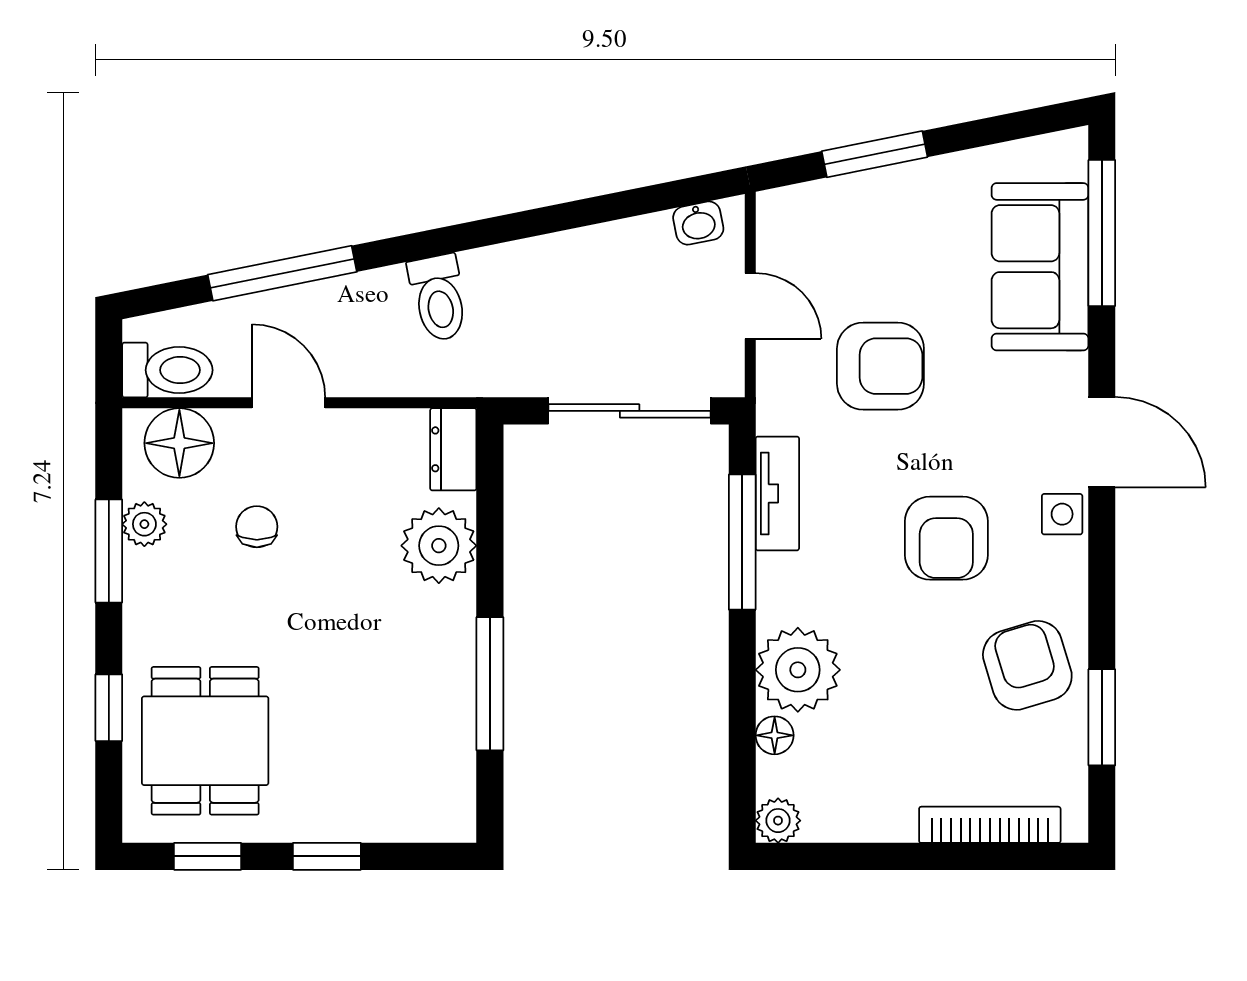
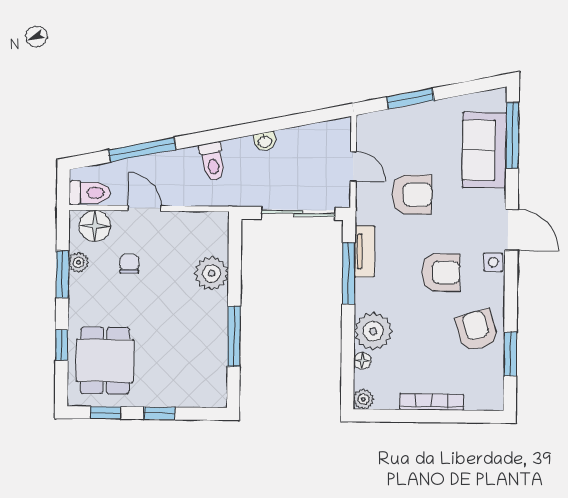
washbasin: (698, 223) -> (265, 141), moved
dresser: (453, 449) -> (219, 230), removed
armchair: (946, 538) -> (441, 272), turned -90
bookcase: (990, 825) -> (432, 402), moved

